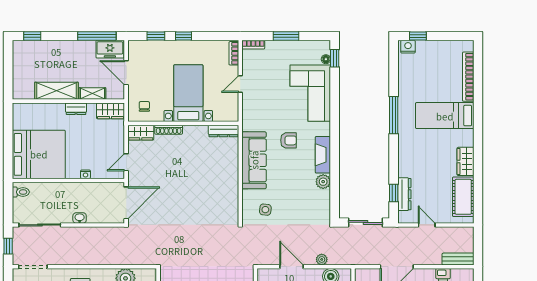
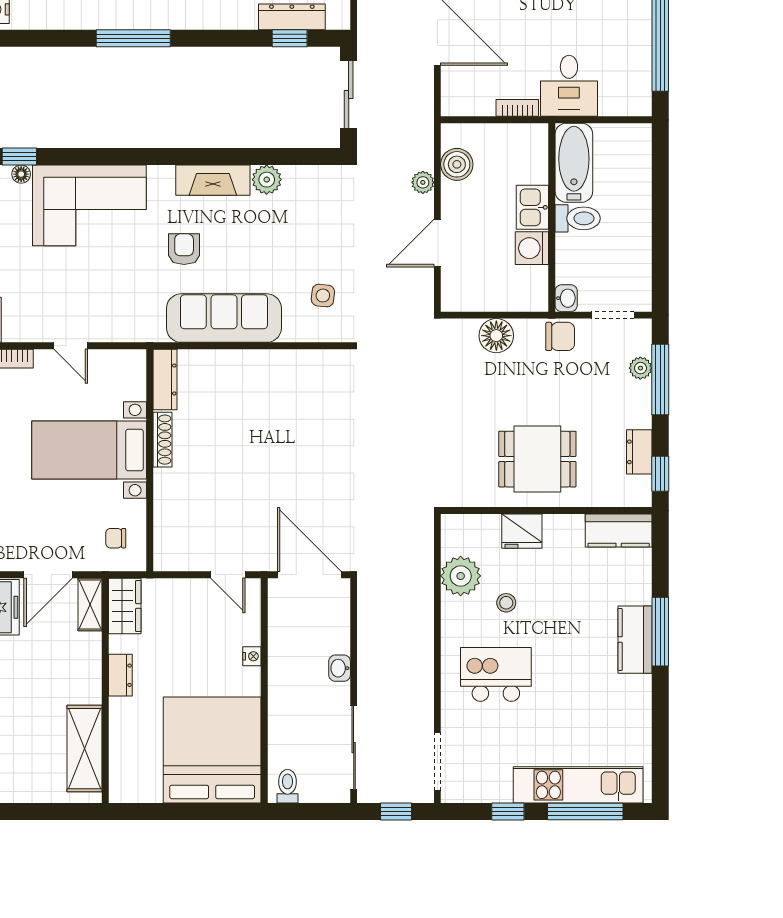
shelving: (56, 91) -> (84, 749), moved
shelving: (92, 94) -> (90, 605), moved
shoe rack: (169, 130) -> (163, 440), moved
wardrobe: (141, 133) -> (168, 545), removed

